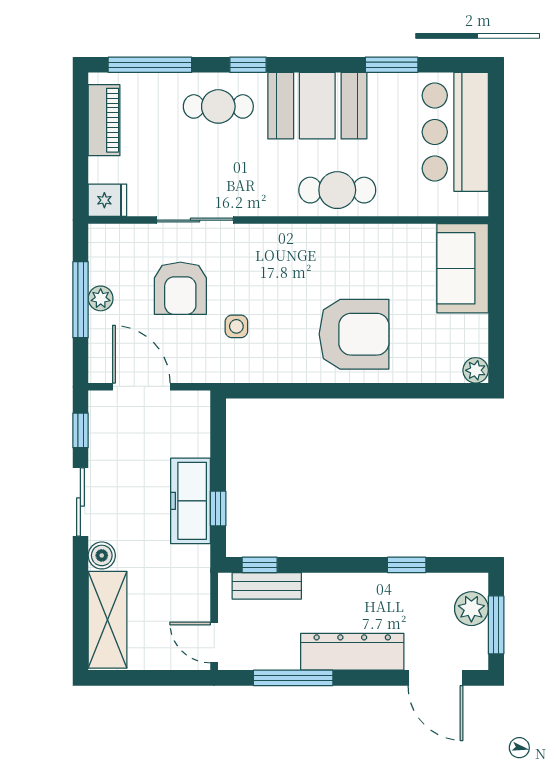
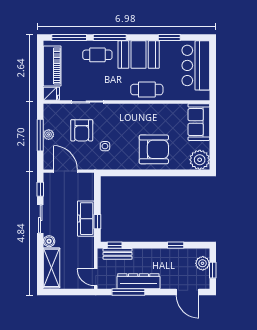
window: (248, 65) -> (110, 38), width x2.17
piano: (104, 120) -> (52, 66), width x1.37, depth x1.33
plant: (476, 370) -> (200, 160), width x1.87, depth x1.87
window: (496, 625) -> (213, 270), width x0.67
dresser: (352, 652) -> (138, 281), moved

